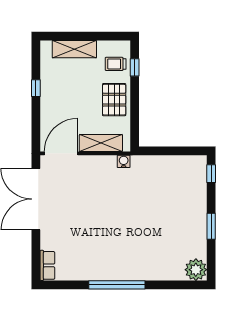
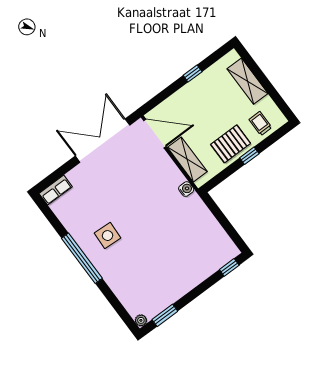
window: (135, 67) -> (249, 156), moved
window: (211, 226) -> (165, 315), moved
side table: (114, 251) -> (108, 236), added
plant: (196, 270) -> (141, 320), width x0.53, depth x0.53

